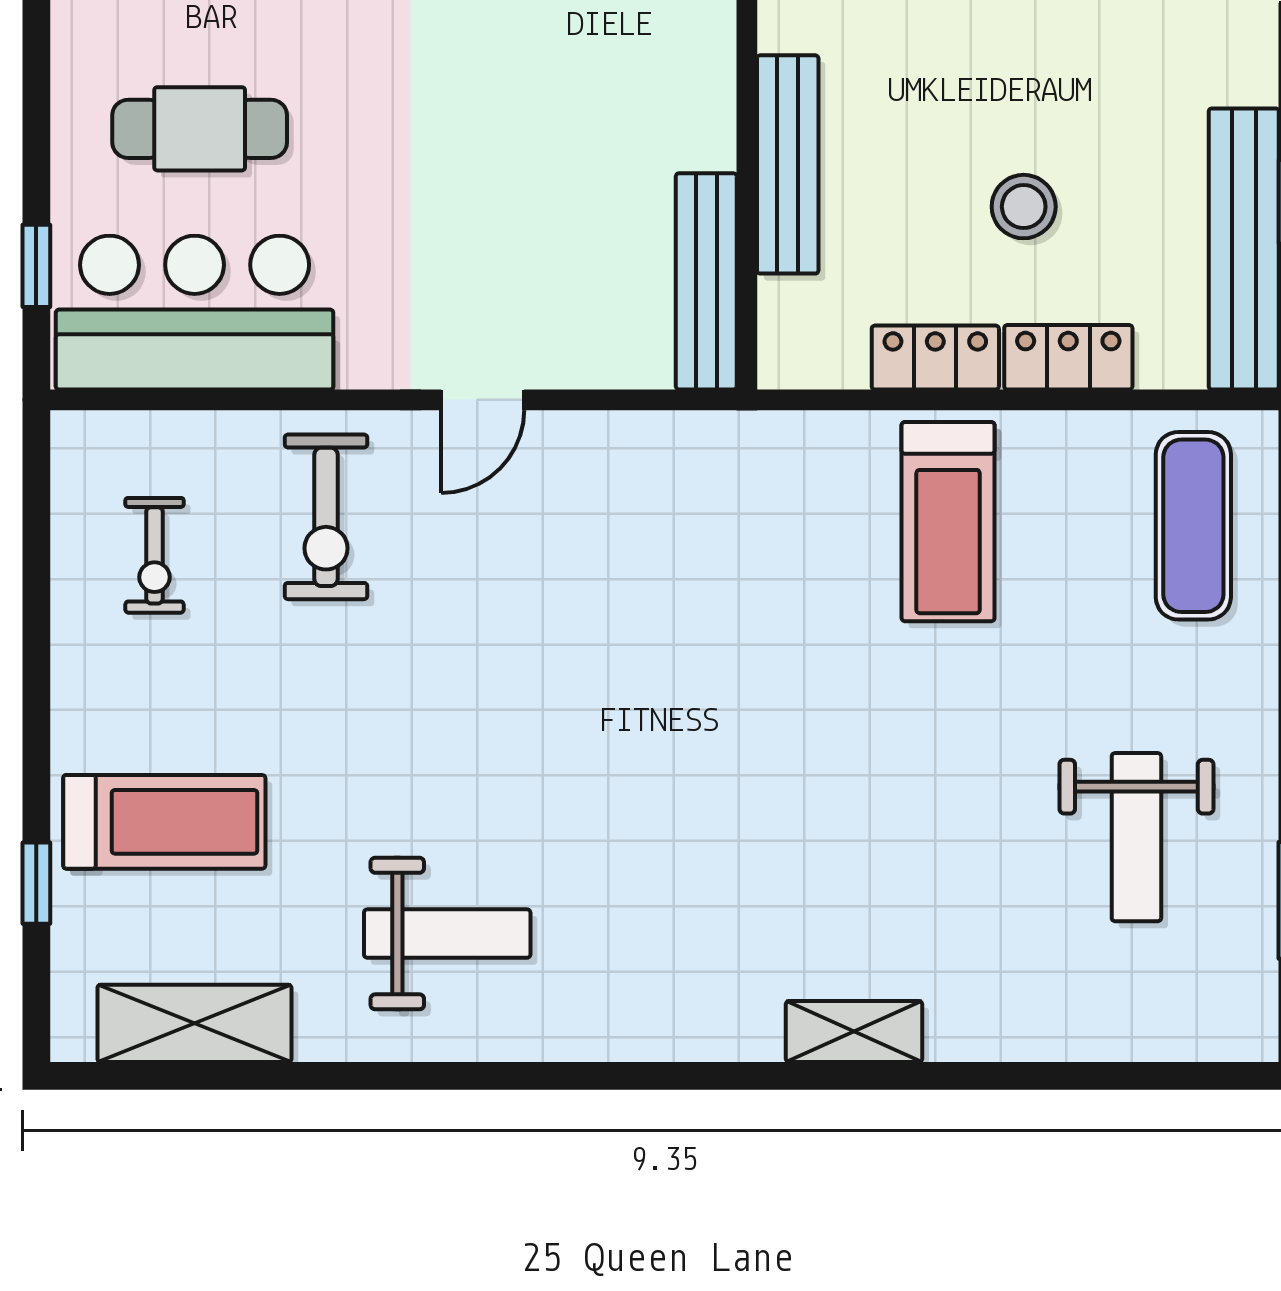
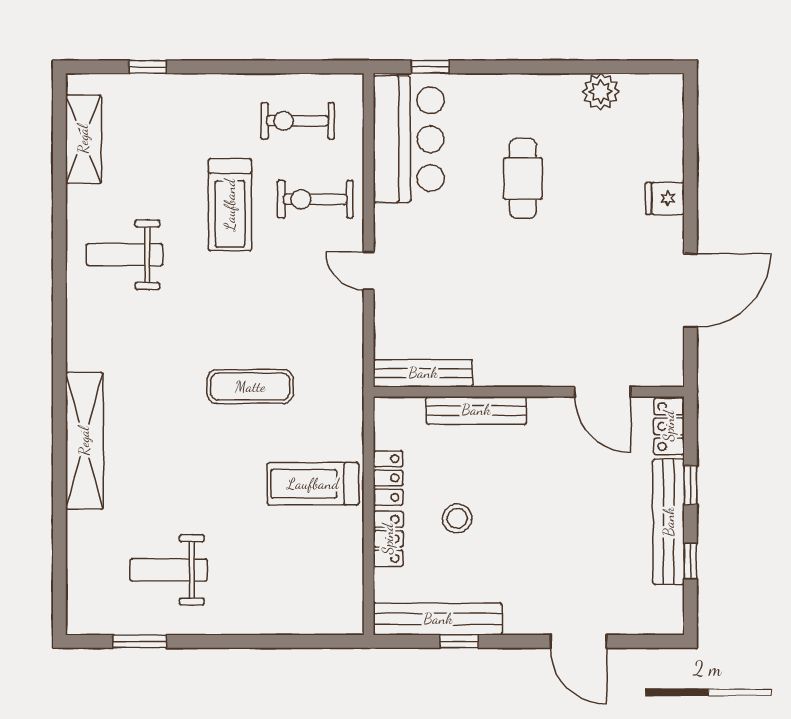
cafe table: (200, 129) -> (523, 179), moved
exercise mat: (1193, 526) -> (250, 387), moved
exercise bike: (154, 555) -> (298, 121), width x1.38, depth x1.39
treadmill: (164, 822) -> (230, 205), moved
weight bench: (447, 934) -> (125, 255), turned 90
shelving: (854, 1032) -> (84, 441), width x2.20, depth x1.33

